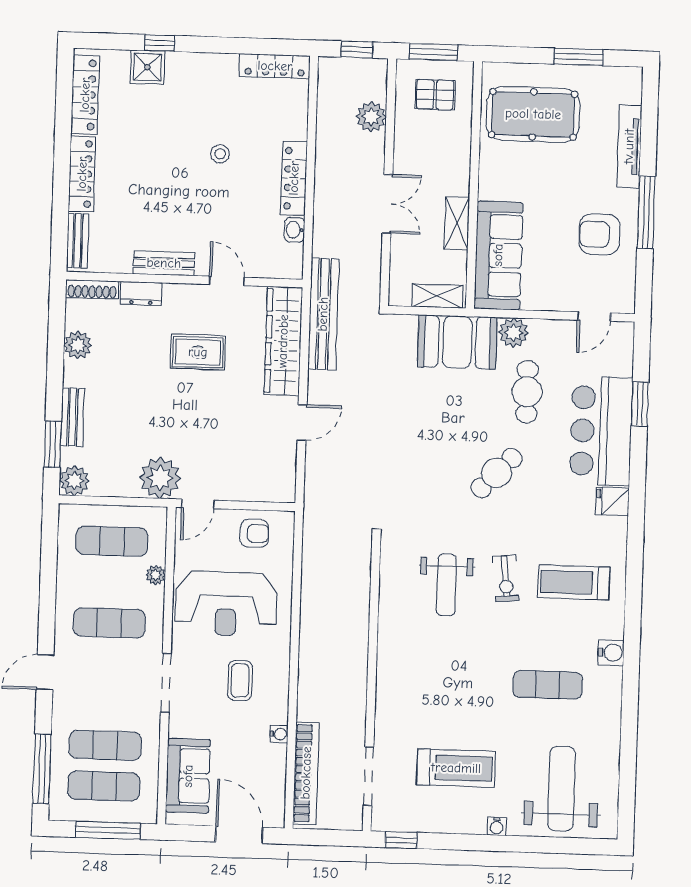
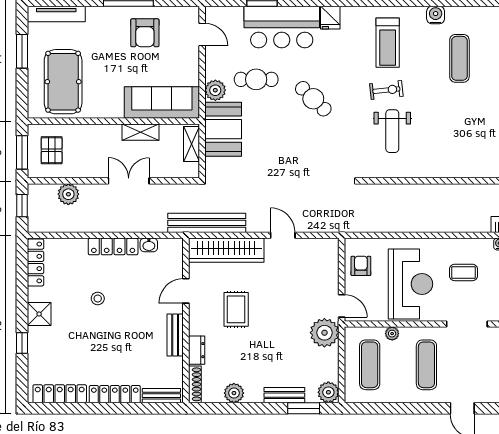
shower: (147, 67) -> (39, 314), moved
tv unit: (629, 146) -> (56, 14), moved
weight bench: (446, 585) -> (392, 131), turned 90

